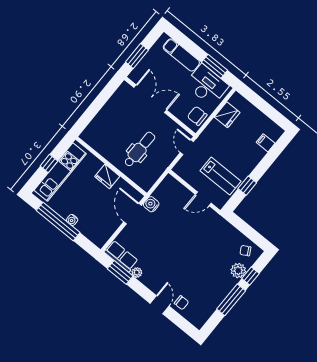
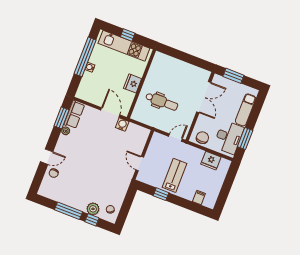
lab bench: (221, 176) -> (174, 175), moved, turned 180
door: (133, 214) -> (110, 112), hinge flipped

